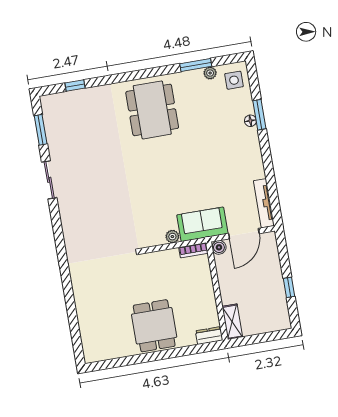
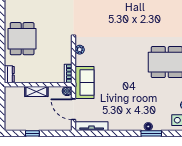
plant: (172, 237) -> (80, 50), moved
shelving: (232, 322) -> (36, 91), moved
dining table: (154, 326) -> (22, 39), turned 90

